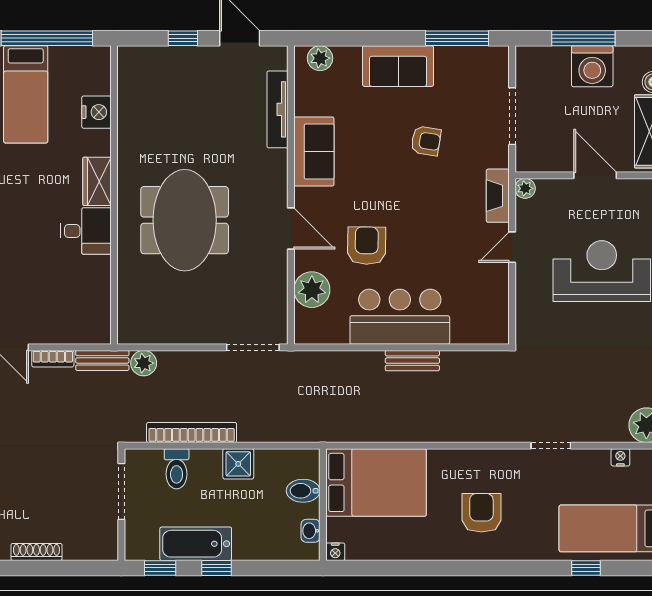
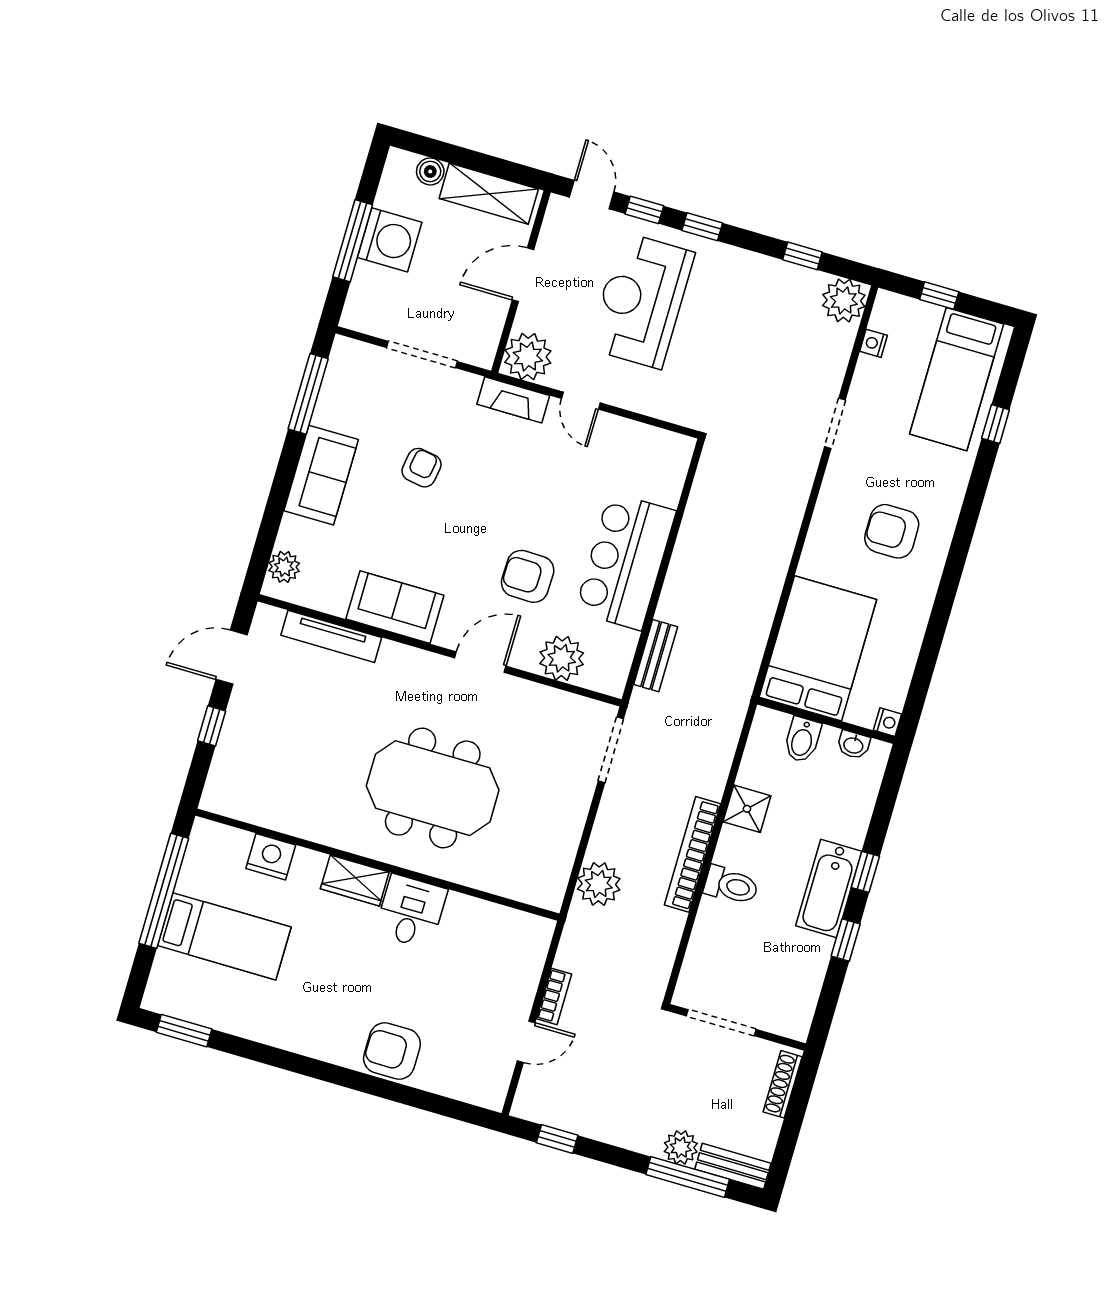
plant: (525, 188) -> (528, 357), width x1.88, depth x1.88
bench: (102, 360) -> (574, 937), removed
bench: (412, 361) -> (656, 656), moved
plant: (144, 363) -> (599, 884), width x1.36, depth x1.36
doorway: (121, 491) -> (721, 1023), moved
wall: (121, 505) -> (737, 1027), moved

